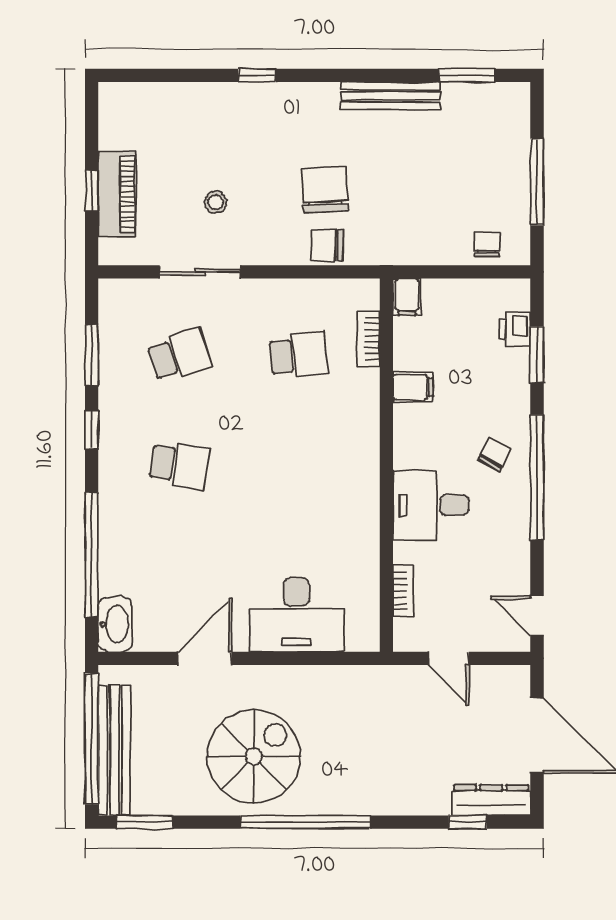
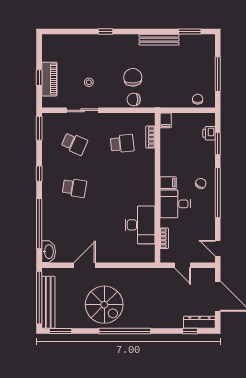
window: (92, 355) -> (39, 128), moved
school desk: (179, 355) -> (74, 144), turned 42
filing cabinet: (413, 387) -> (168, 183), moved
desk: (296, 615) -> (140, 225), moved, turned -90
spiral stairs: (254, 757) -> (104, 305), turned 90

